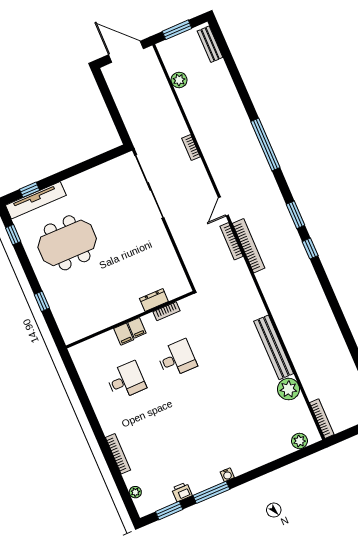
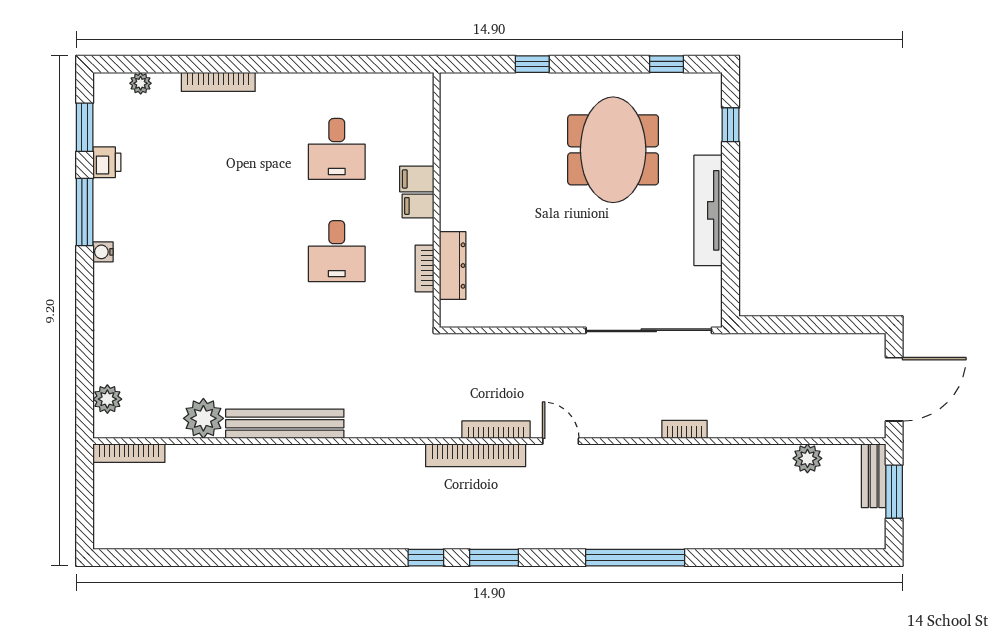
bench: (210, 44) -> (874, 476), moved, turned 90
tv unit: (36, 200) -> (708, 210), moved
dresser: (154, 300) -> (453, 266), width x1.44

